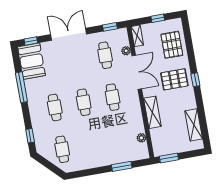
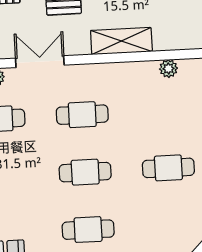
double door: (137, 72) -> (40, 62), width x0.73
cafe table: (62, 149) -> (168, 168), moved

